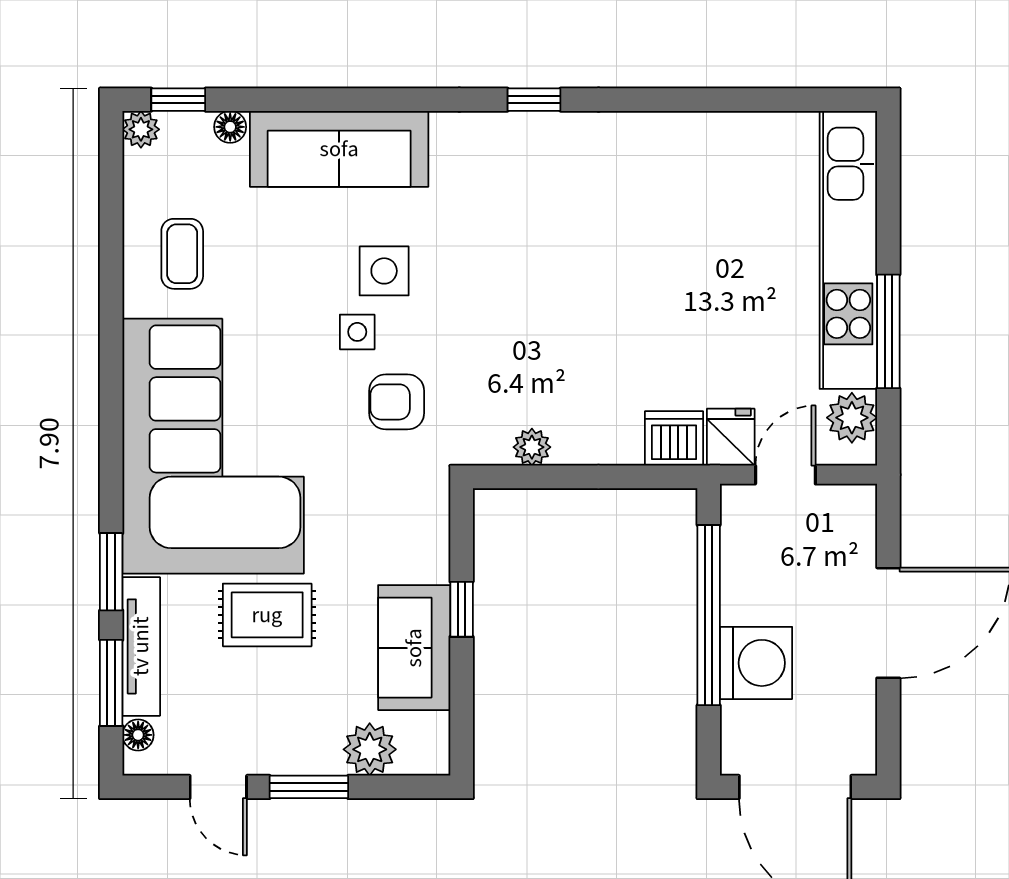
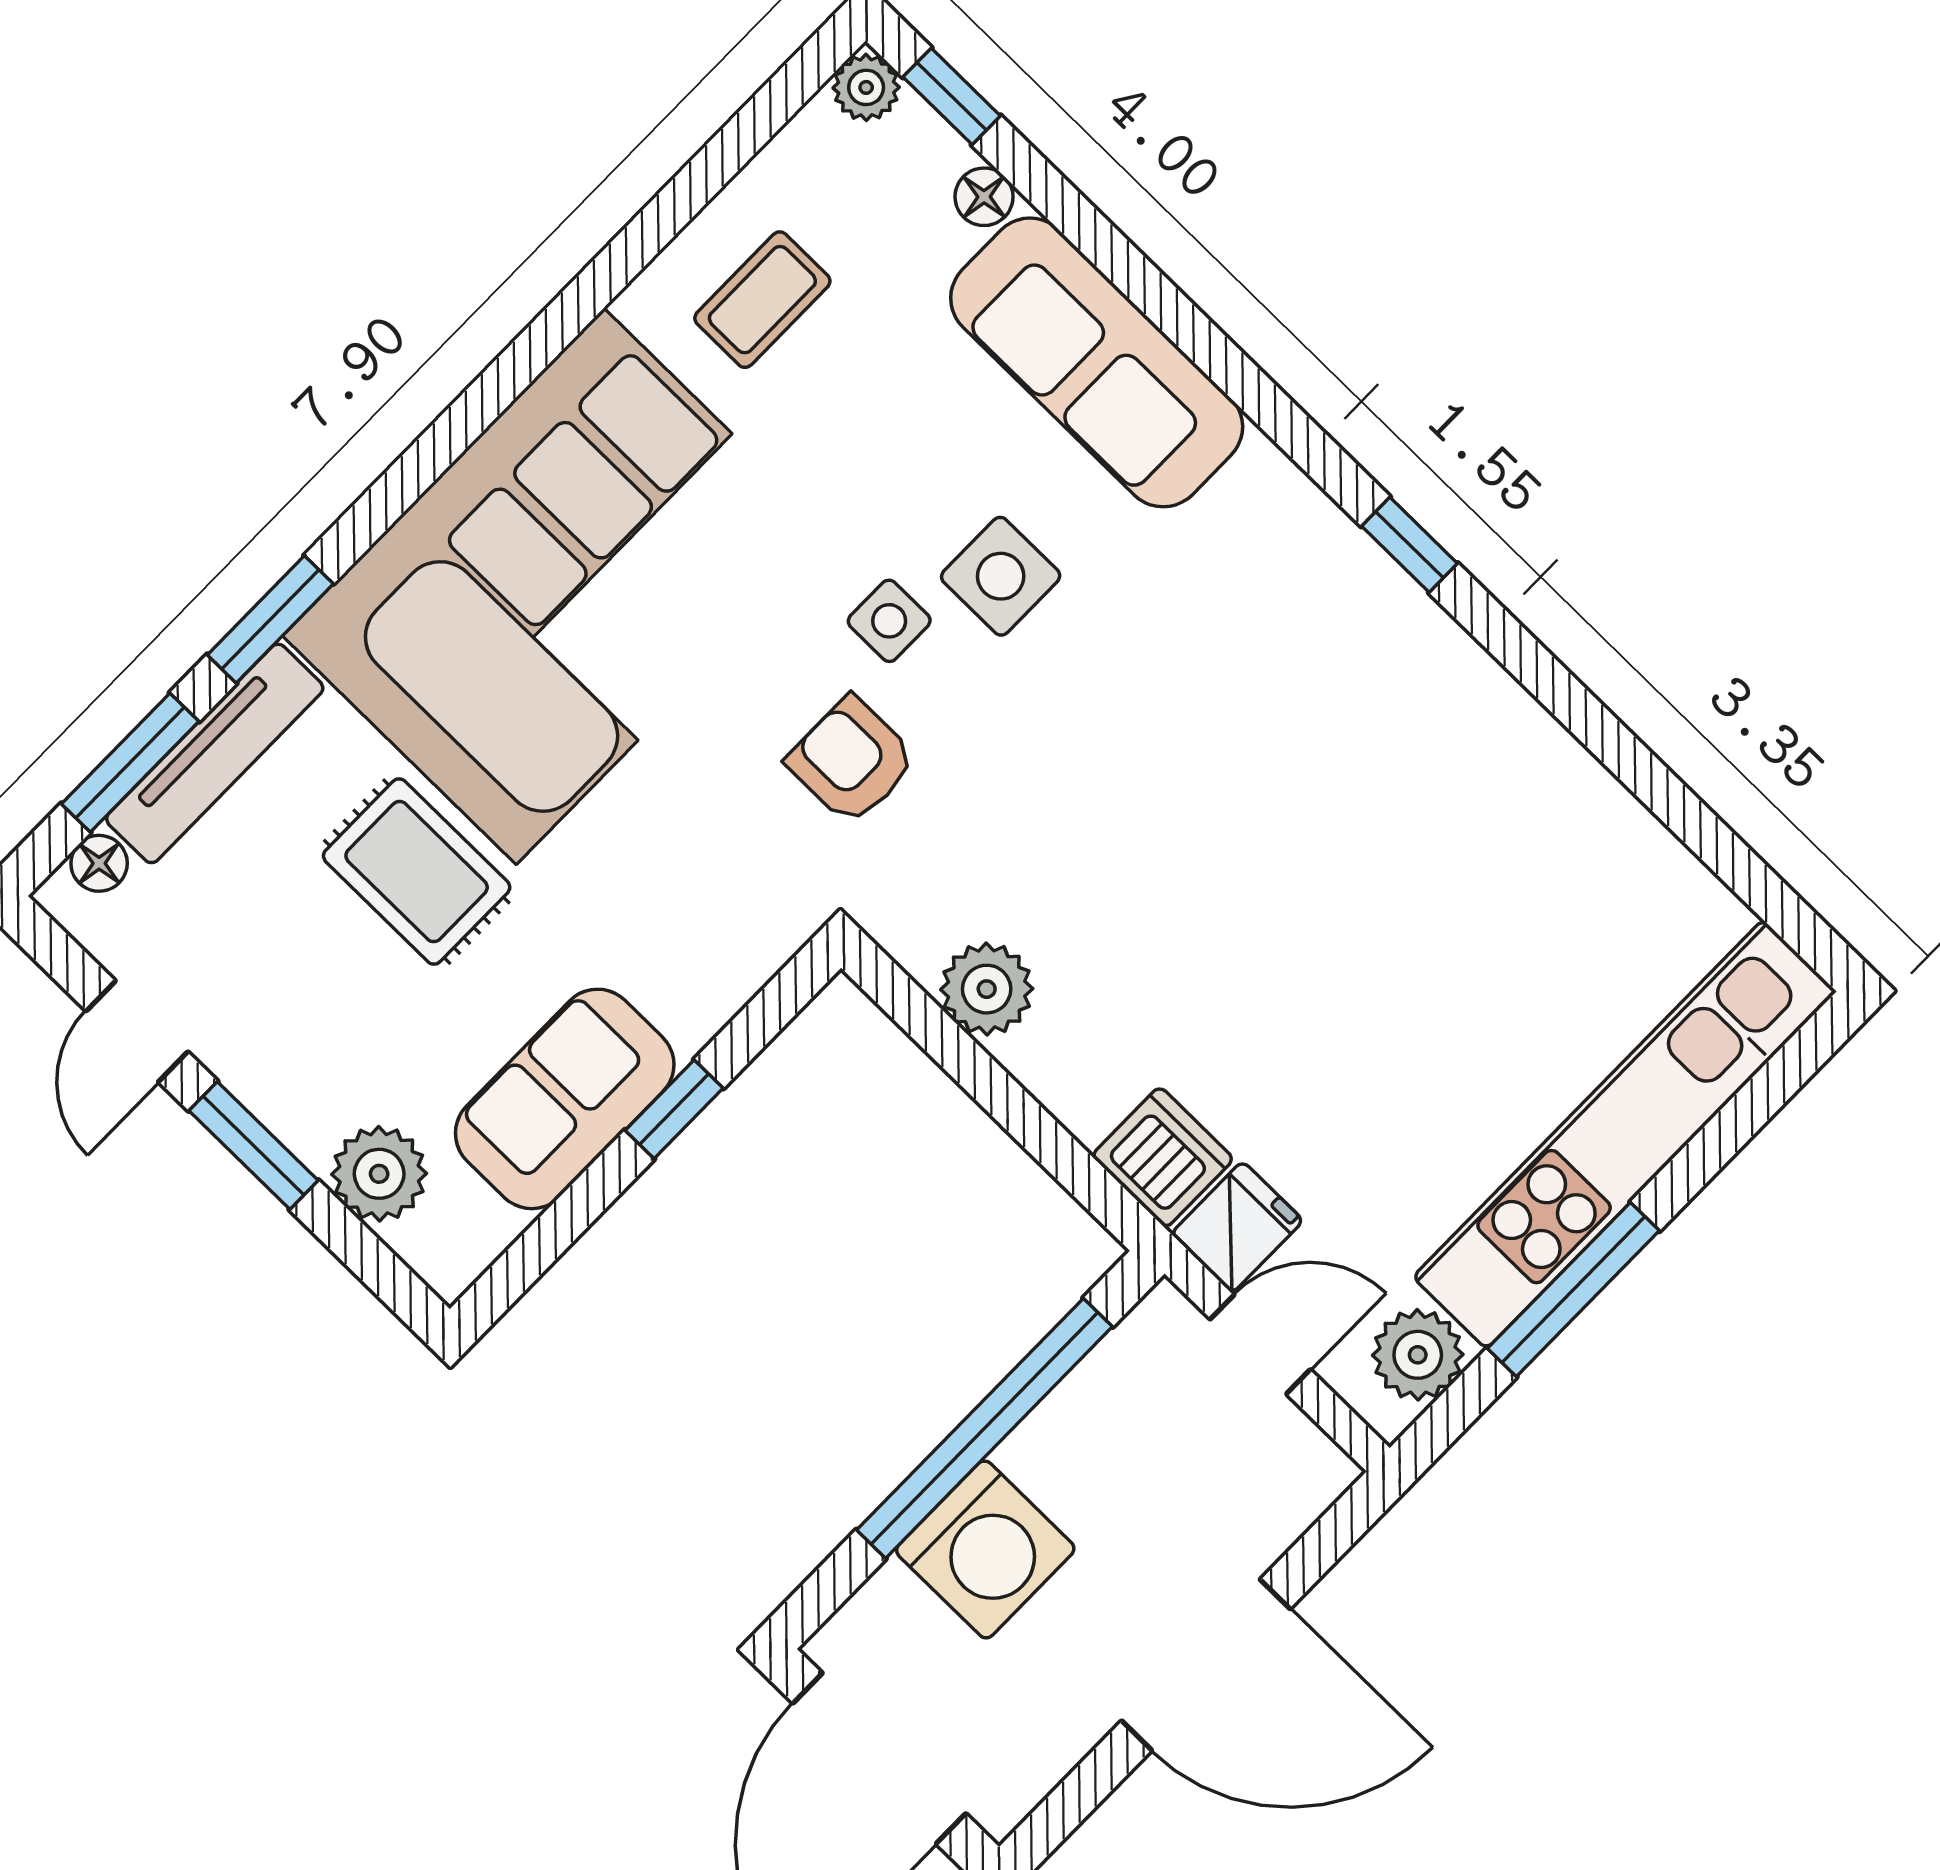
plant: (532, 447) -> (987, 989), width x1.38, depth x1.38

